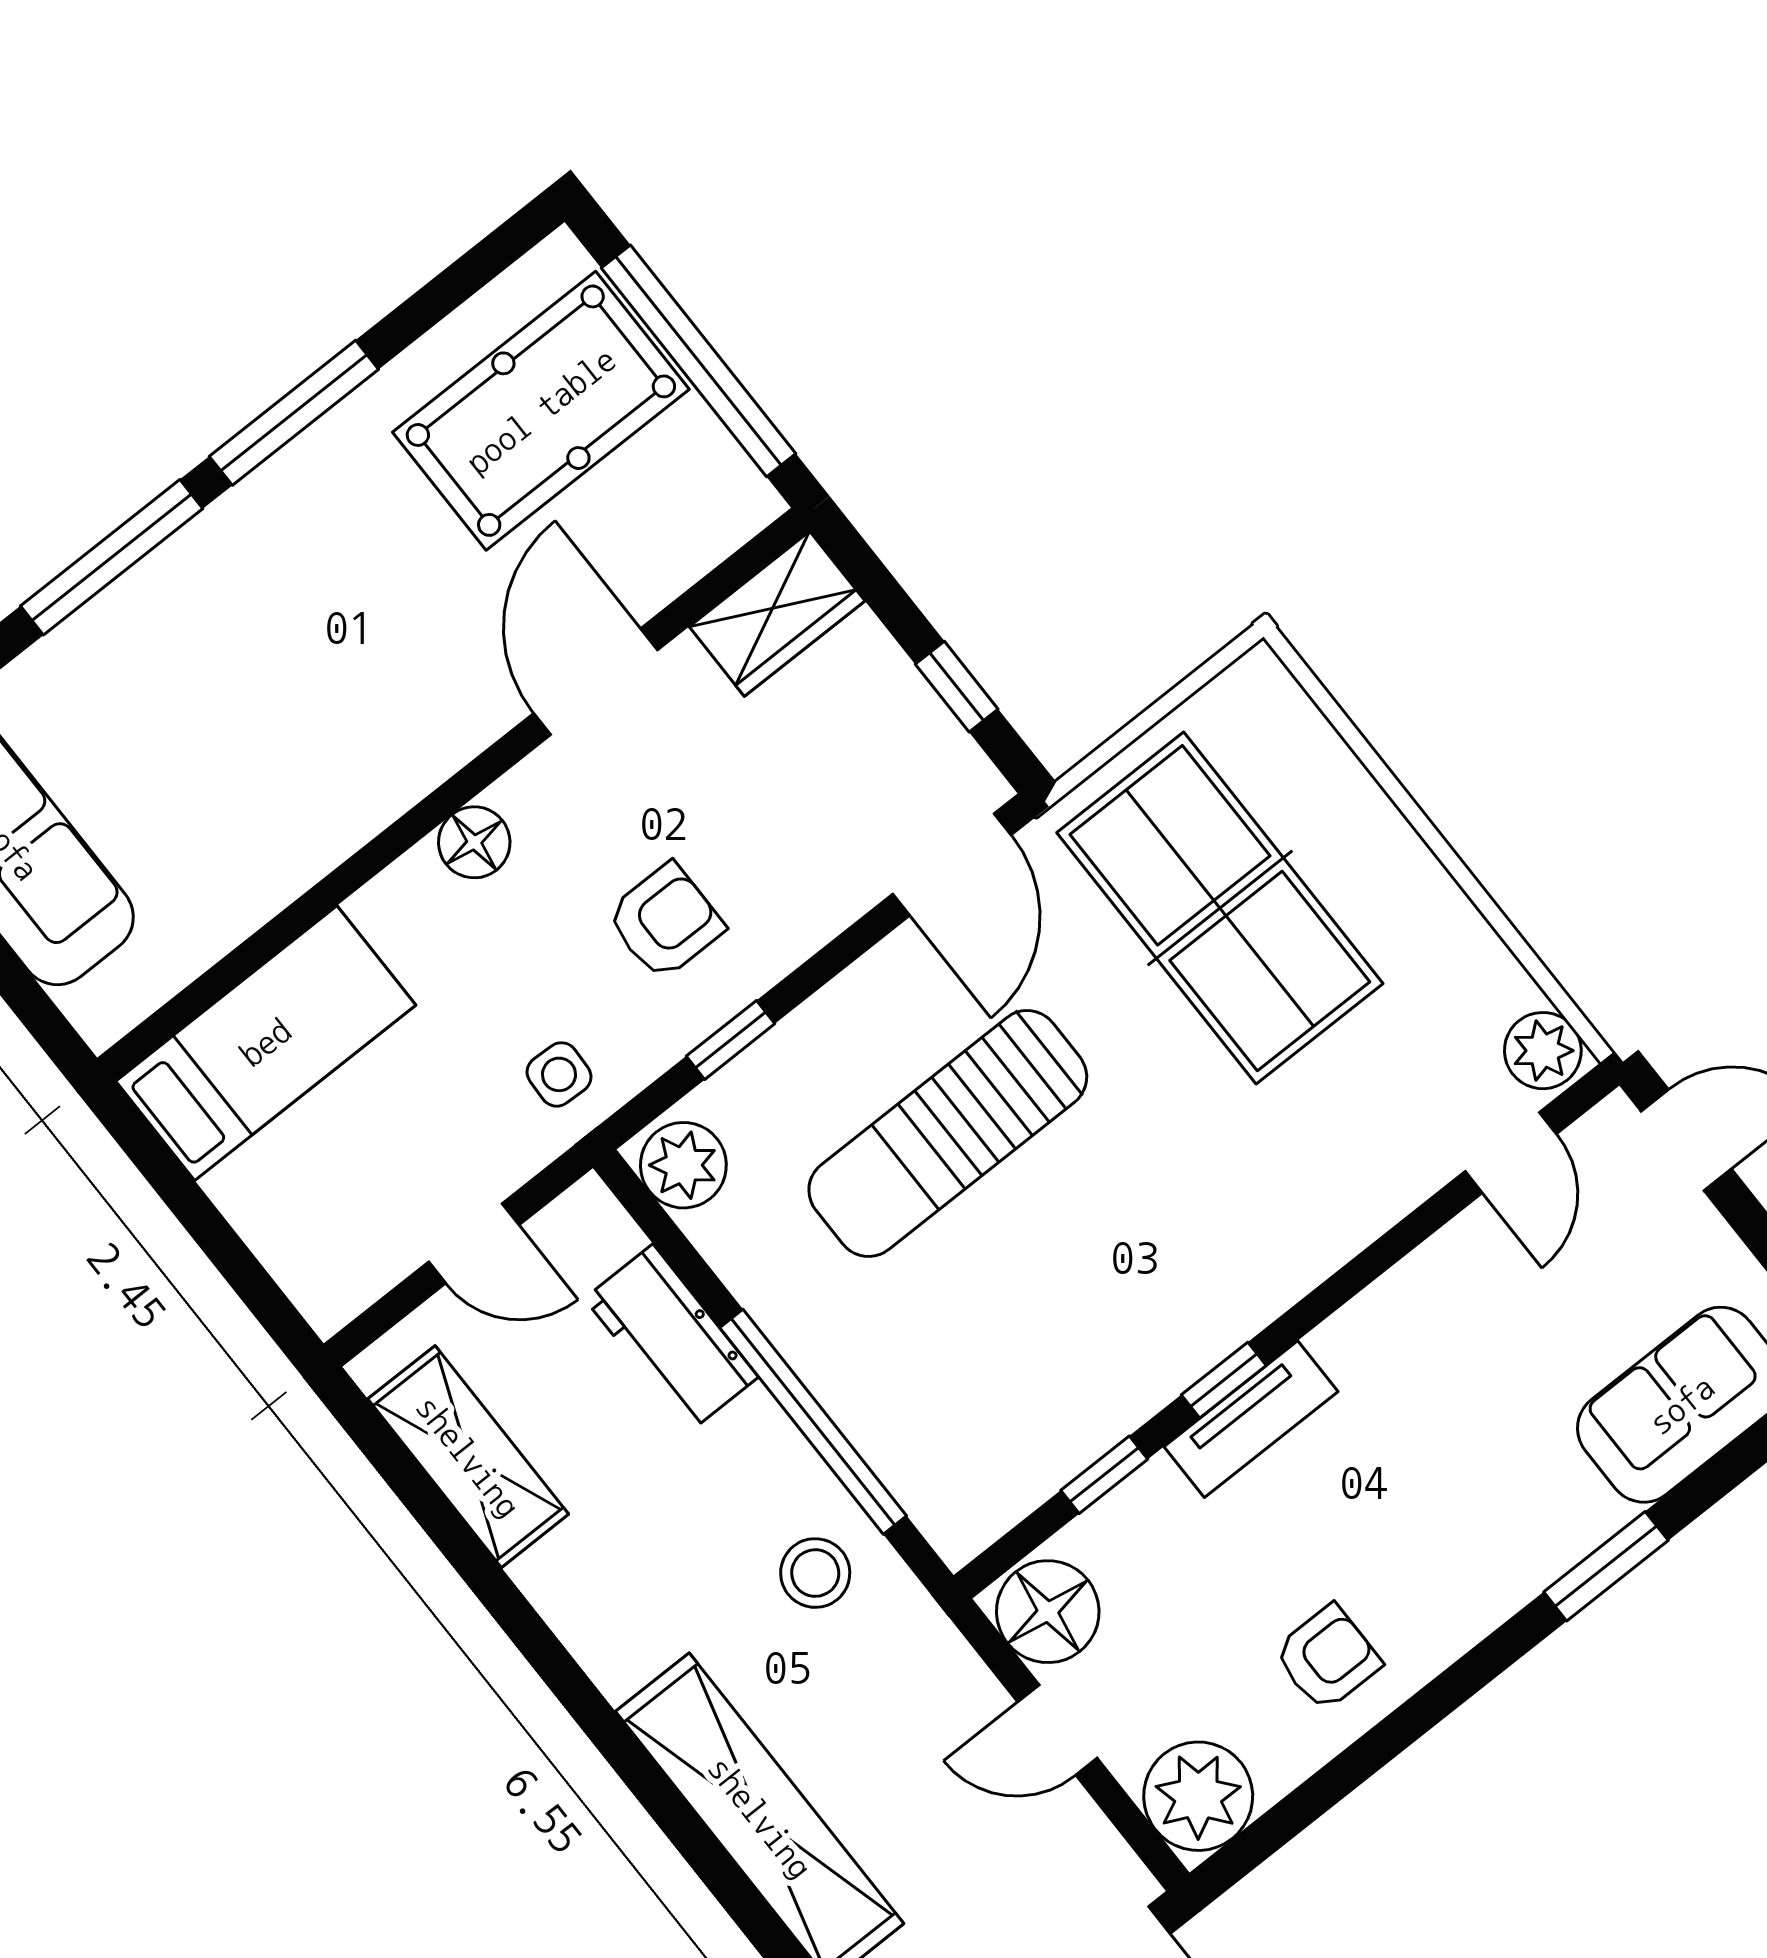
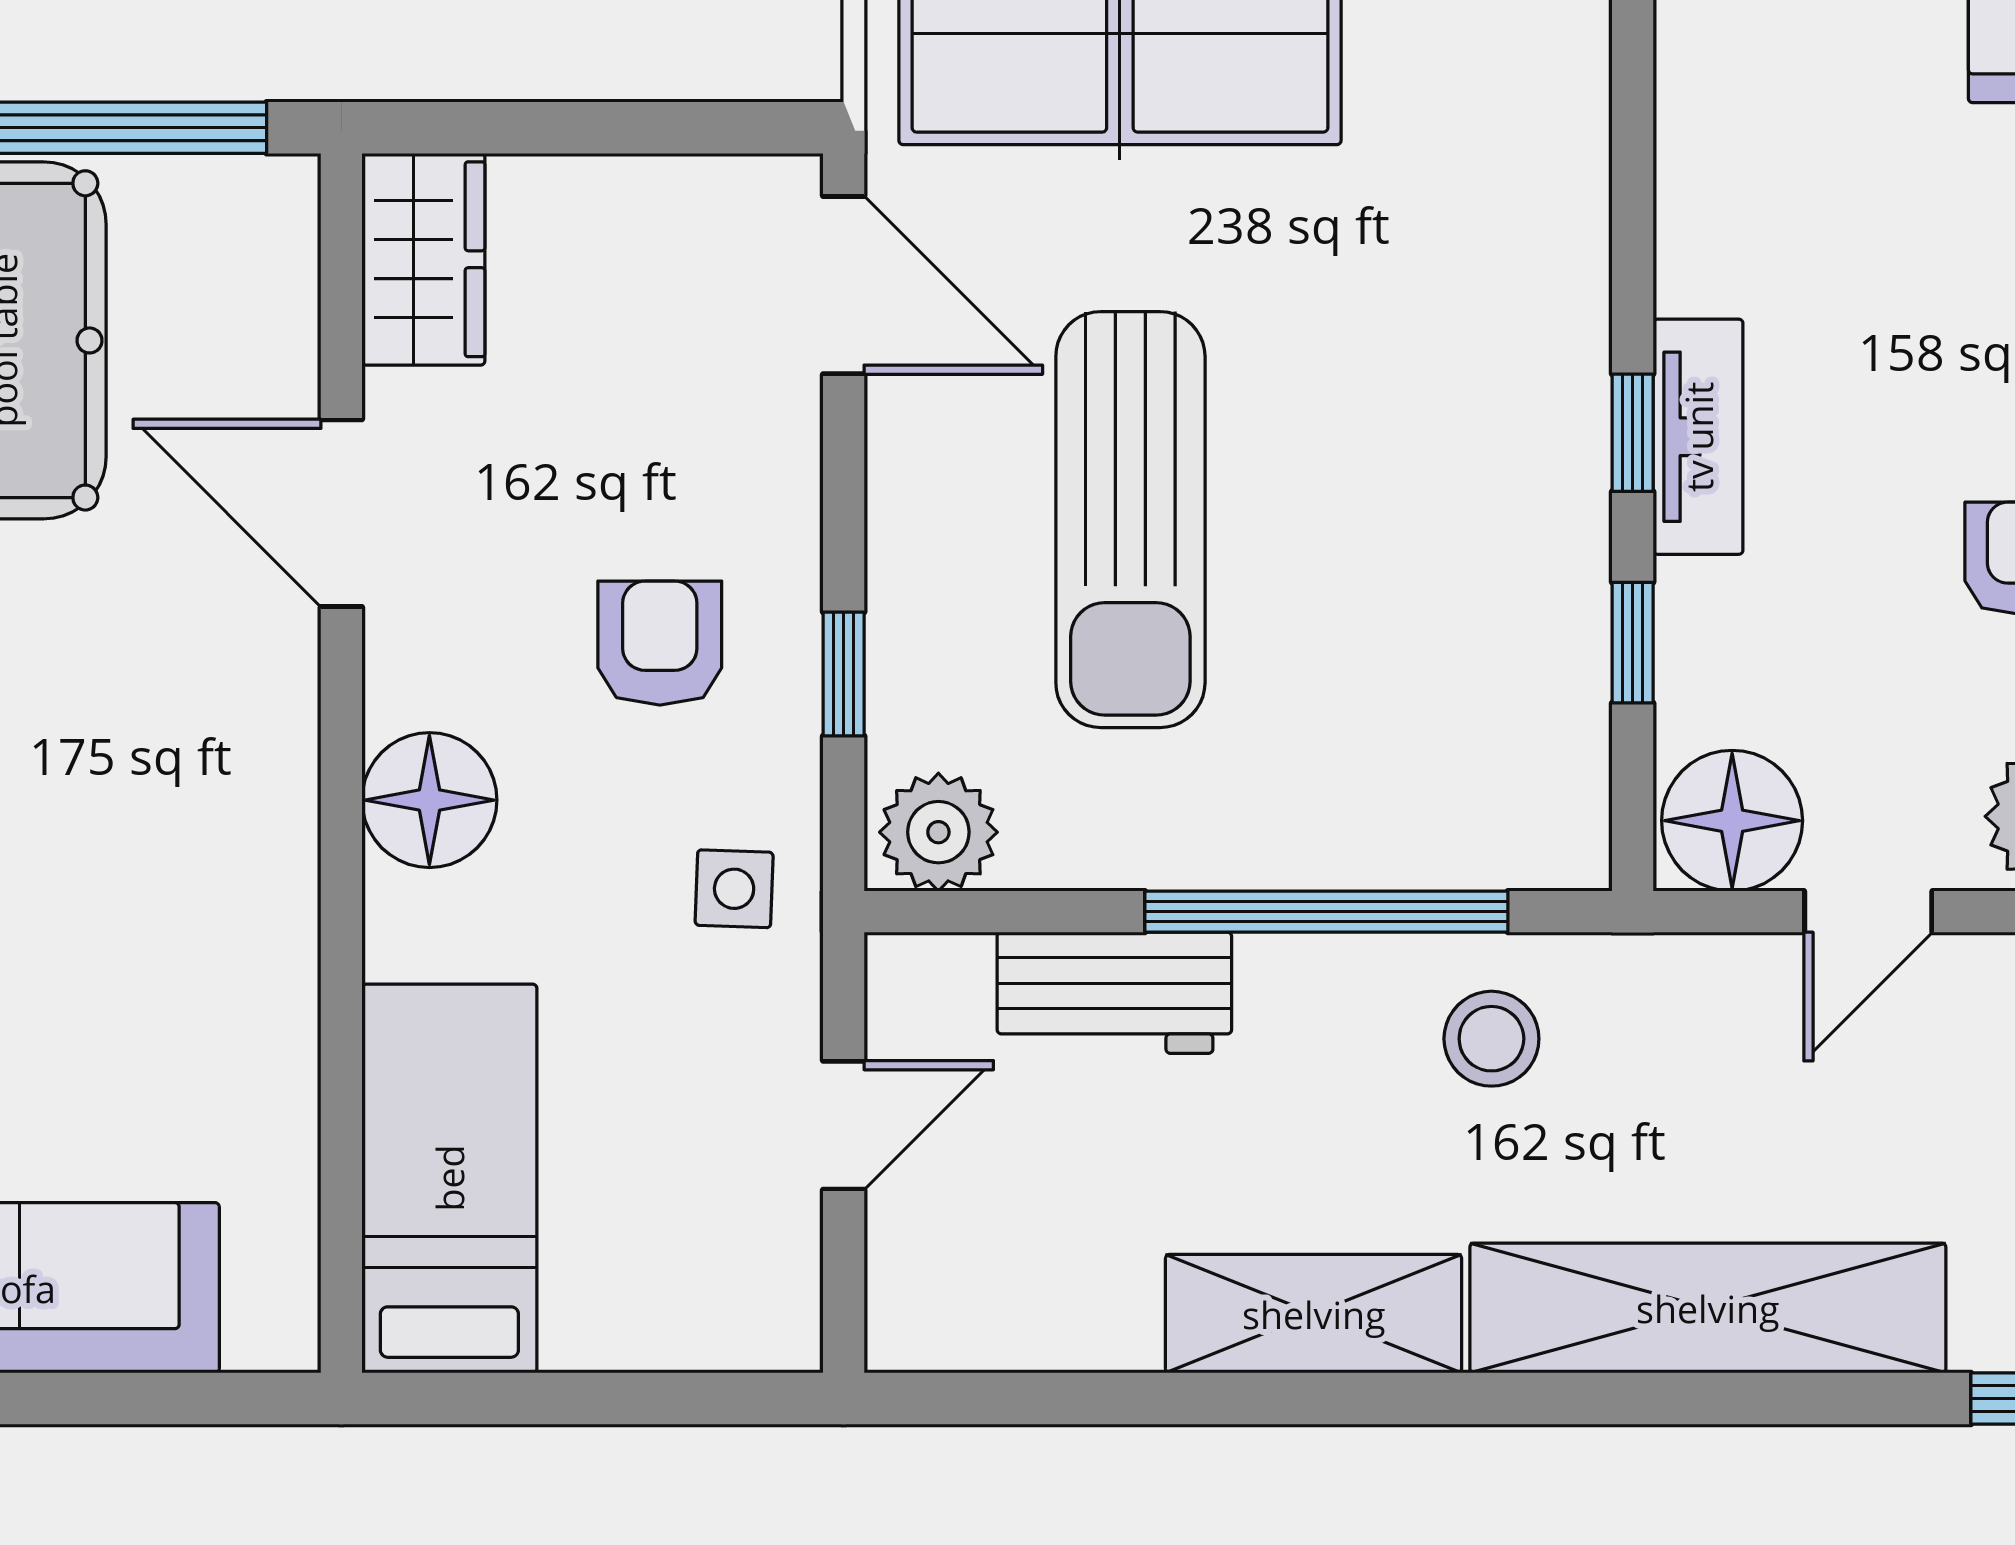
window: (957, 687) -> (656, 128), removed
floor lamp: (474, 842) -> (429, 800), width x1.38, depth x1.38
shelving: (468, 1457) -> (1314, 1314), moved

